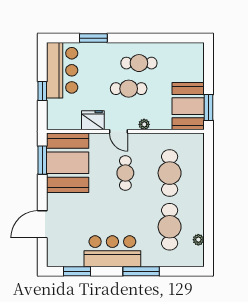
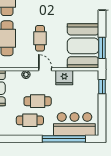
window: (93, 38) -> (64, 139), width x2.11
bar counter: (62, 70) -> (74, 124), moved, turned 90
window: (42, 91) -> (102, 87), moved

